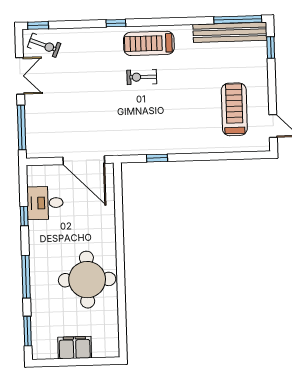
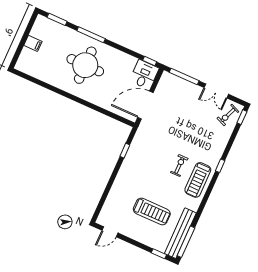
treadmill: (149, 43) -> (198, 180), turned 180
treadmill: (234, 109) -> (152, 211), moved
desk: (45, 203) -> (144, 74), moved
window: (24, 216) -> (150, 61), moved
round table: (87, 280) -> (85, 65), moved
filing cabinet: (75, 348) -> (33, 43), width x0.50

